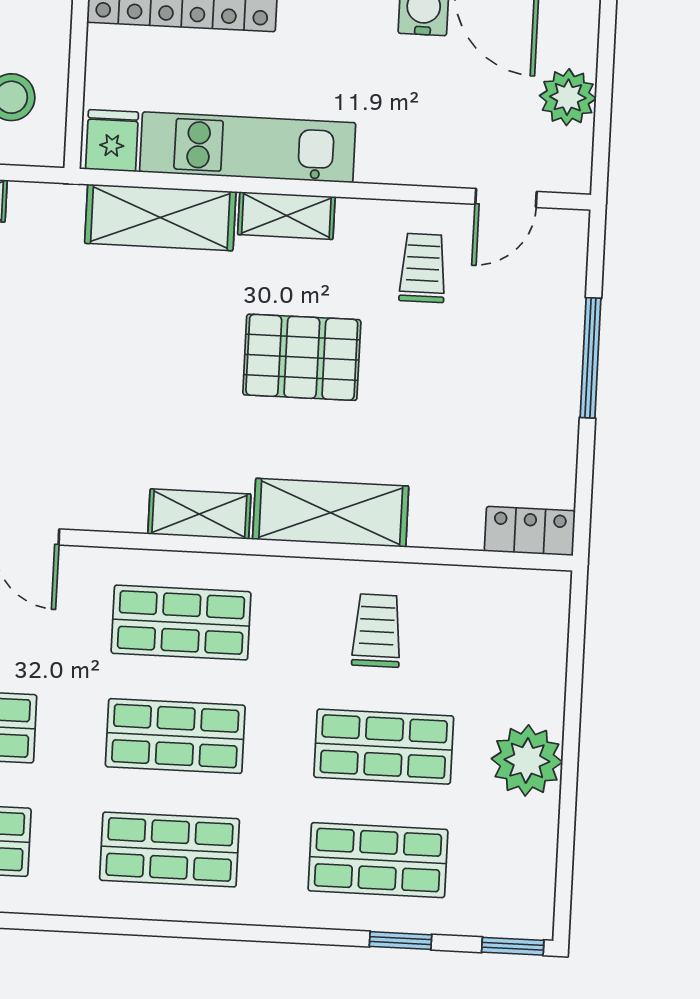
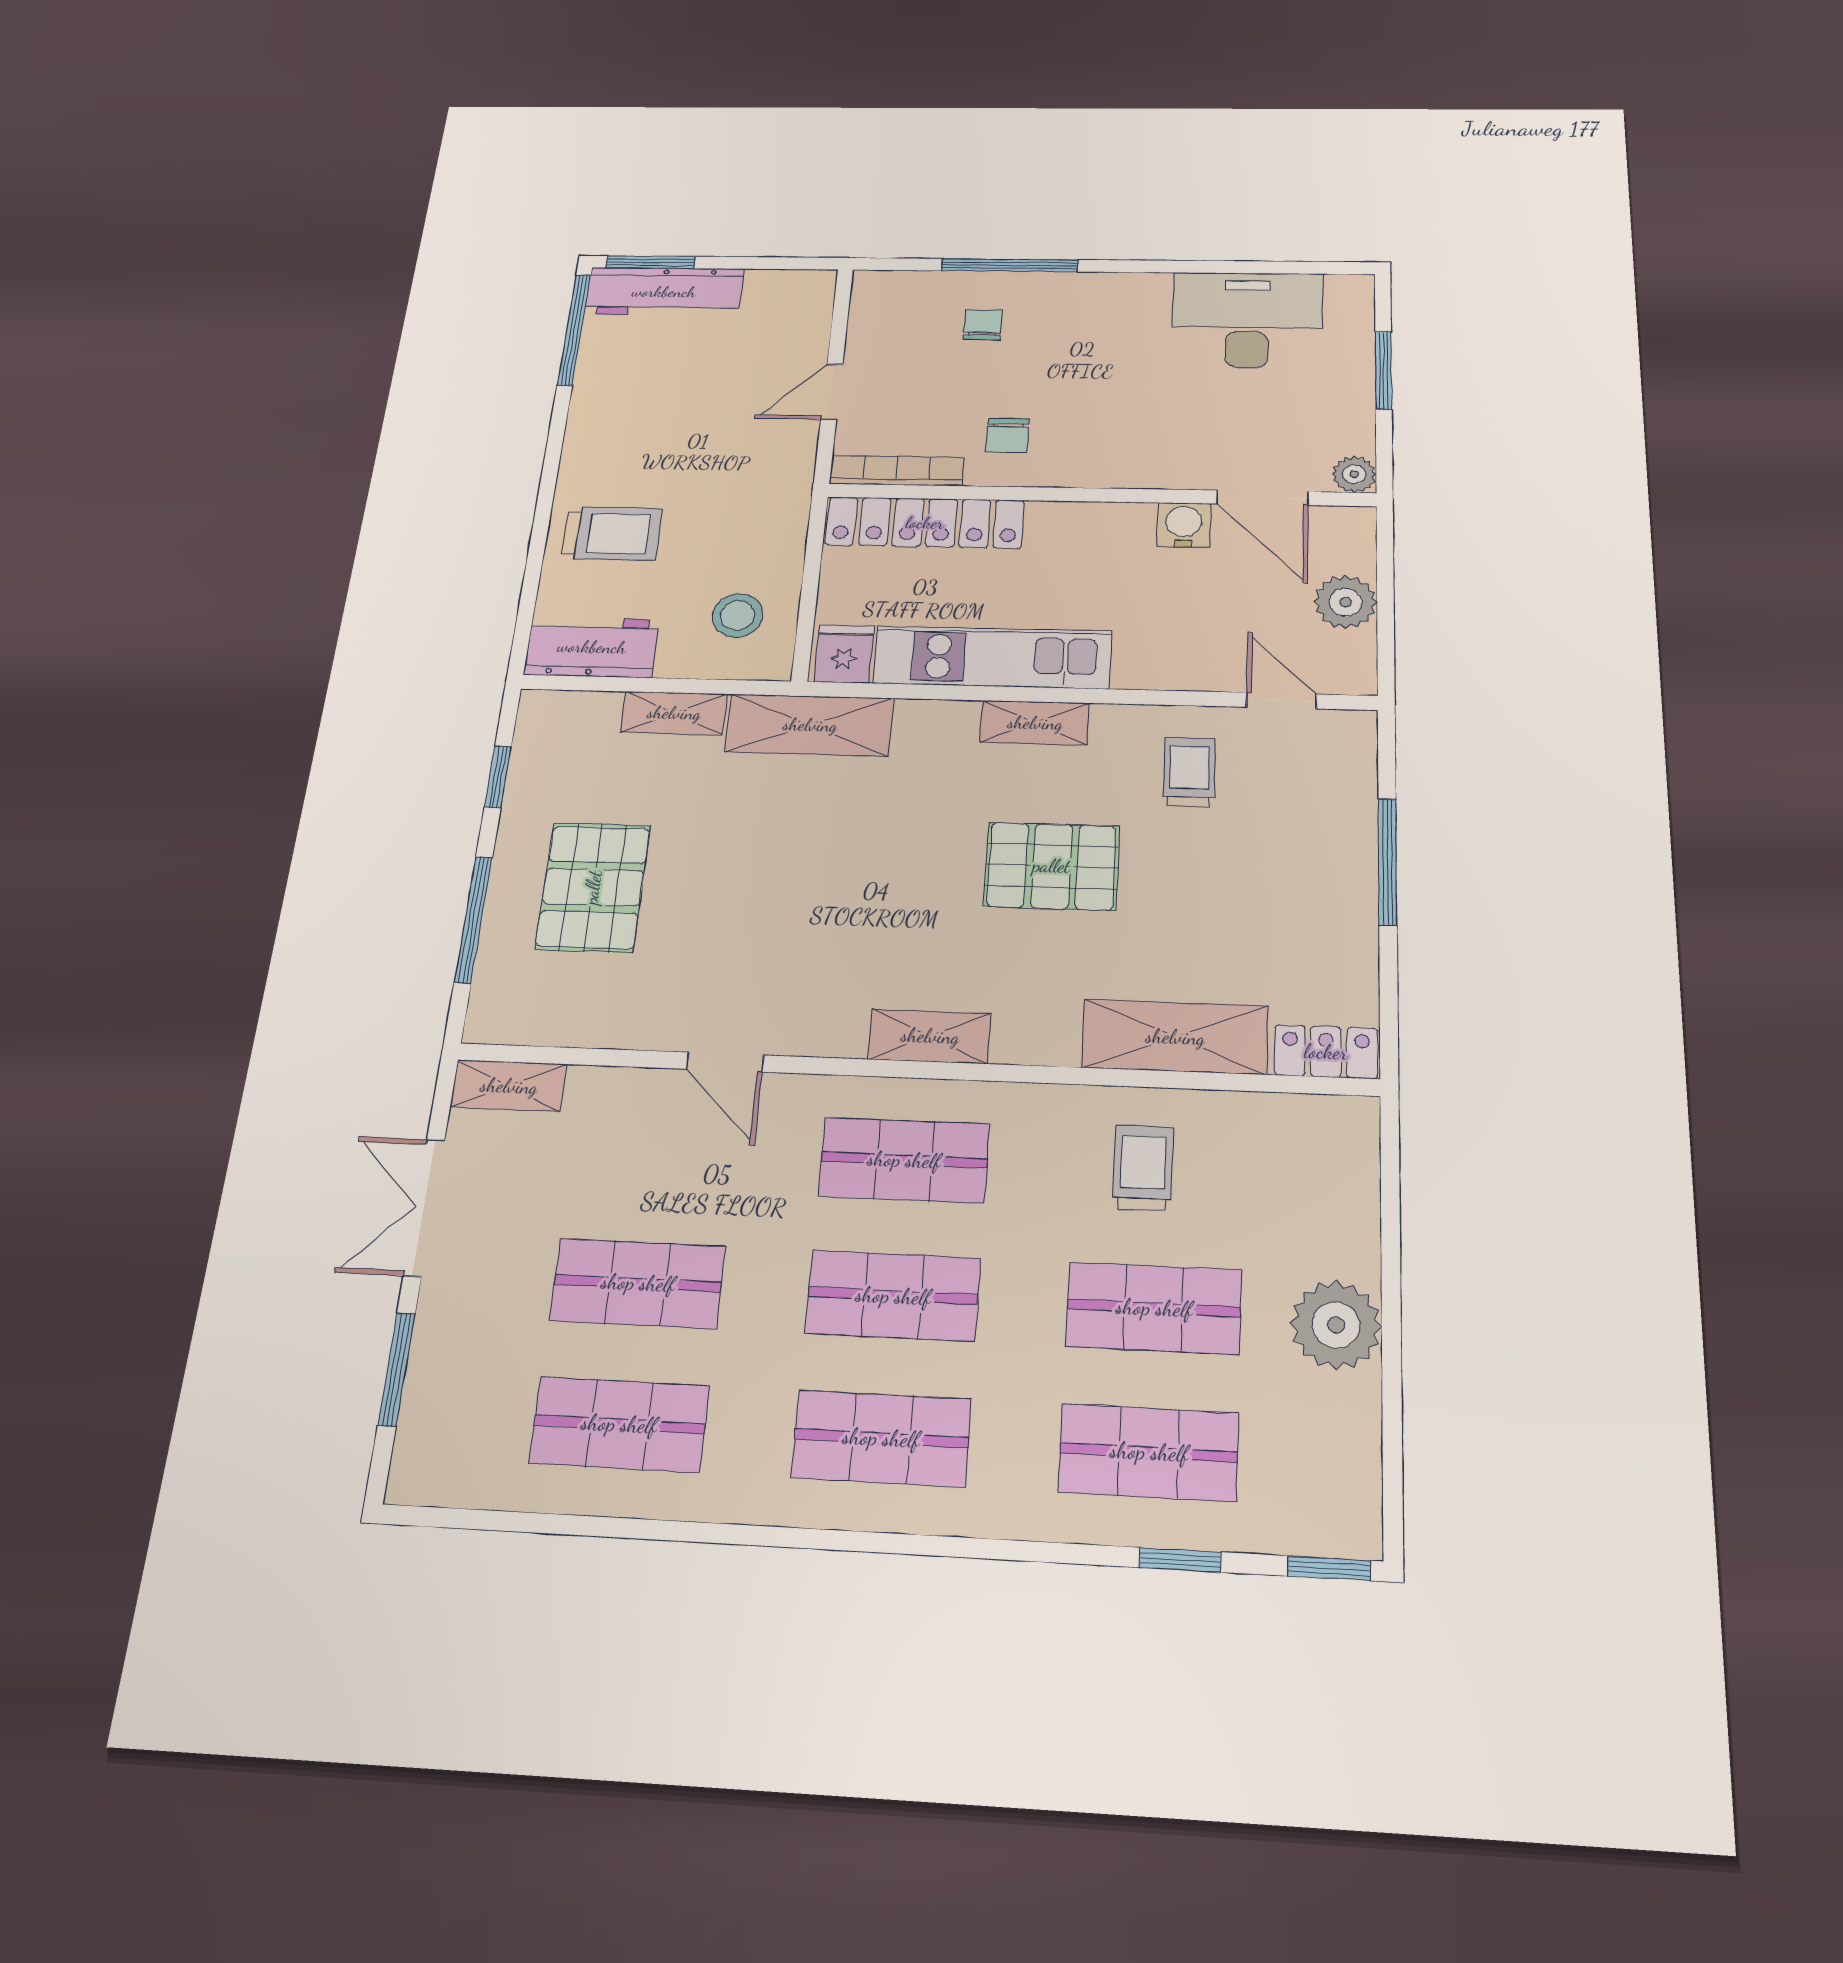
door: (506, 198) -> (1281, 701), swing flipped
shelving: (160, 217) -> (810, 725), moved
shelving: (331, 513) -> (1175, 1037), moved

